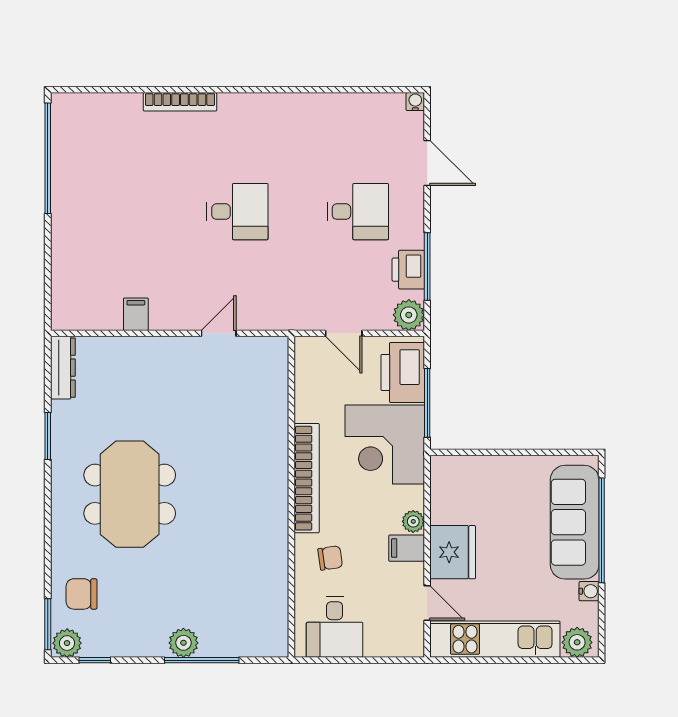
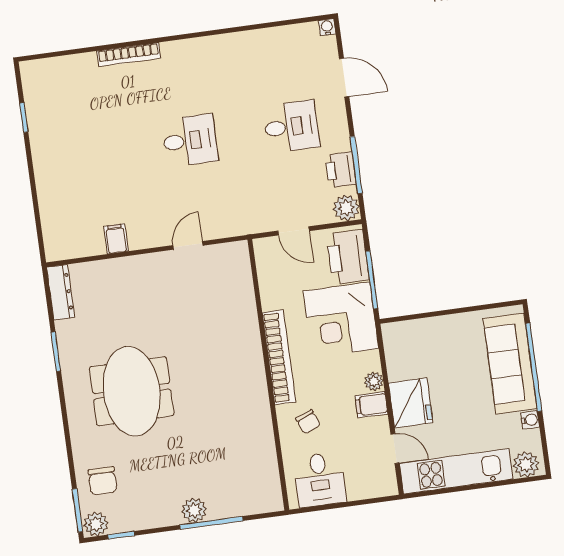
window: (48, 158) -> (24, 117), width x0.32
chair: (330, 558) -> (308, 422), turned 76
chair: (82, 594) -> (103, 481), turned -90

